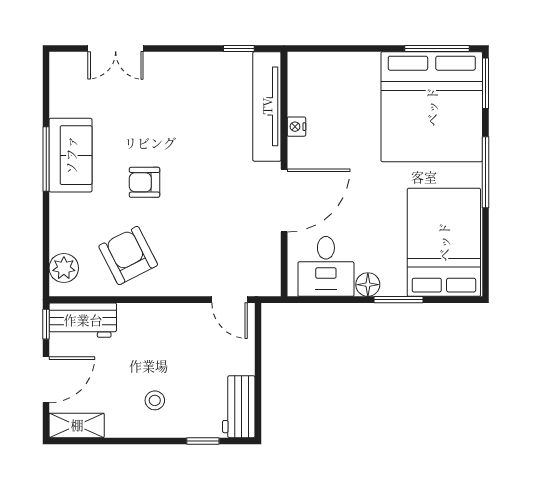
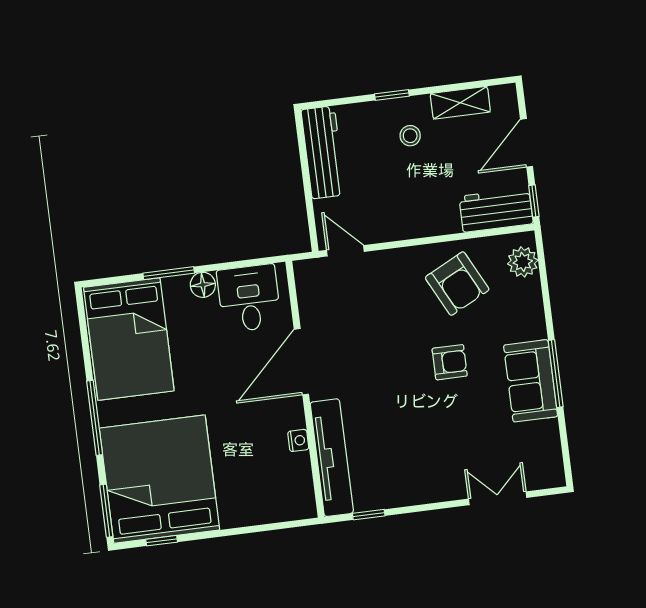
window: (437, 48) -> (162, 541), width x0.46
workbench: (239, 407) -> (323, 152), width x1.38
shelving: (77, 425) -> (460, 103), moved
window: (203, 441) -> (392, 95), moved

